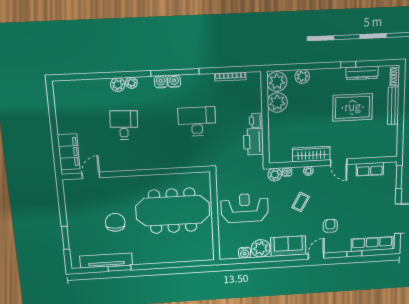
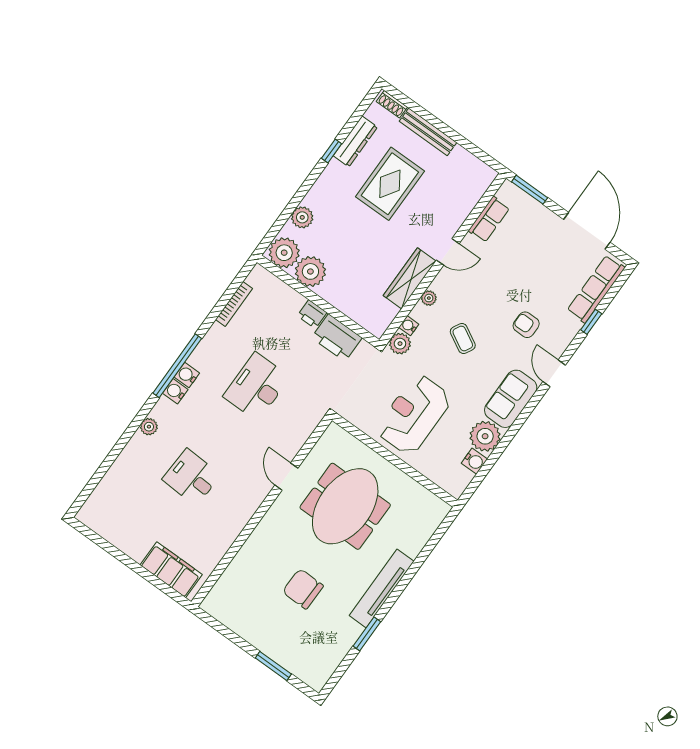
plant: (118, 85) -> (138, 445), removed
door: (91, 175) -> (286, 477), moved
meeting table: (173, 211) -> (345, 506), width x0.73
tv unit: (106, 261) -> (382, 588), moved

